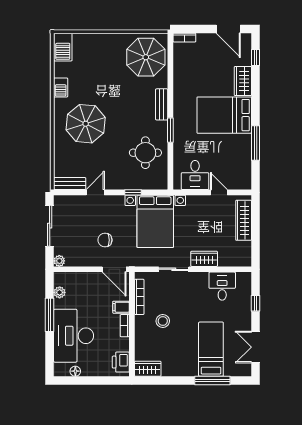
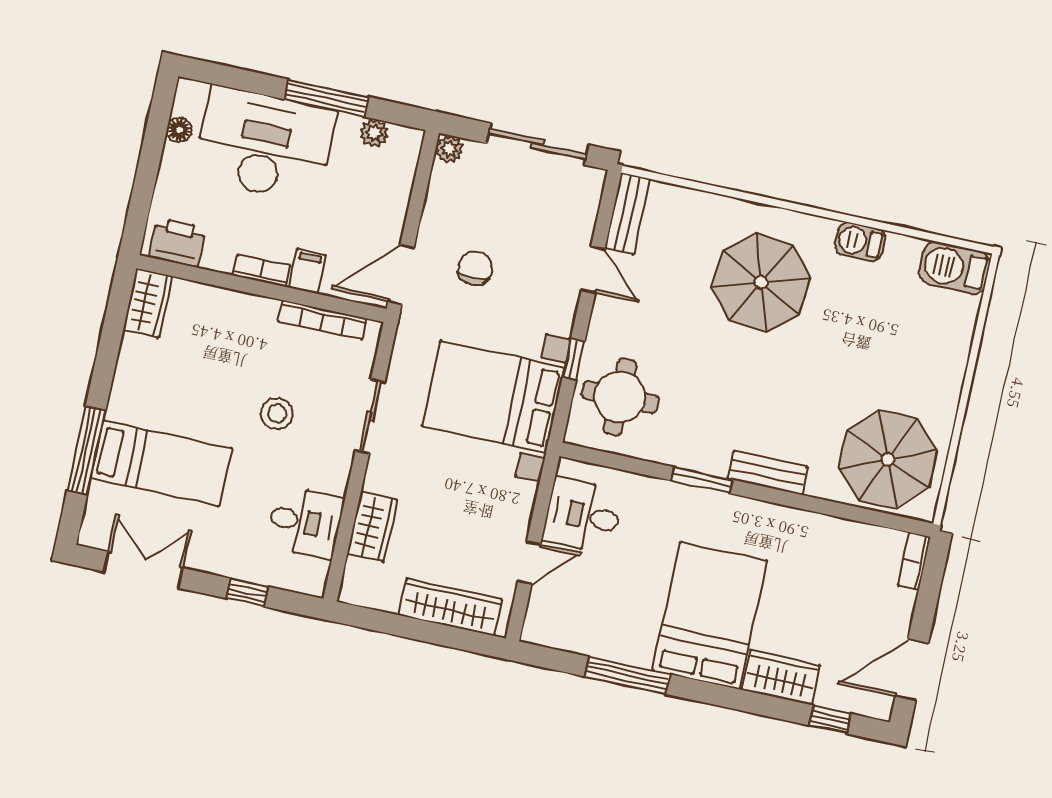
round table: (145, 153) -> (620, 397), moved
wardrobe: (204, 259) -> (372, 527), moved
stool: (163, 321) -> (277, 414), moved

